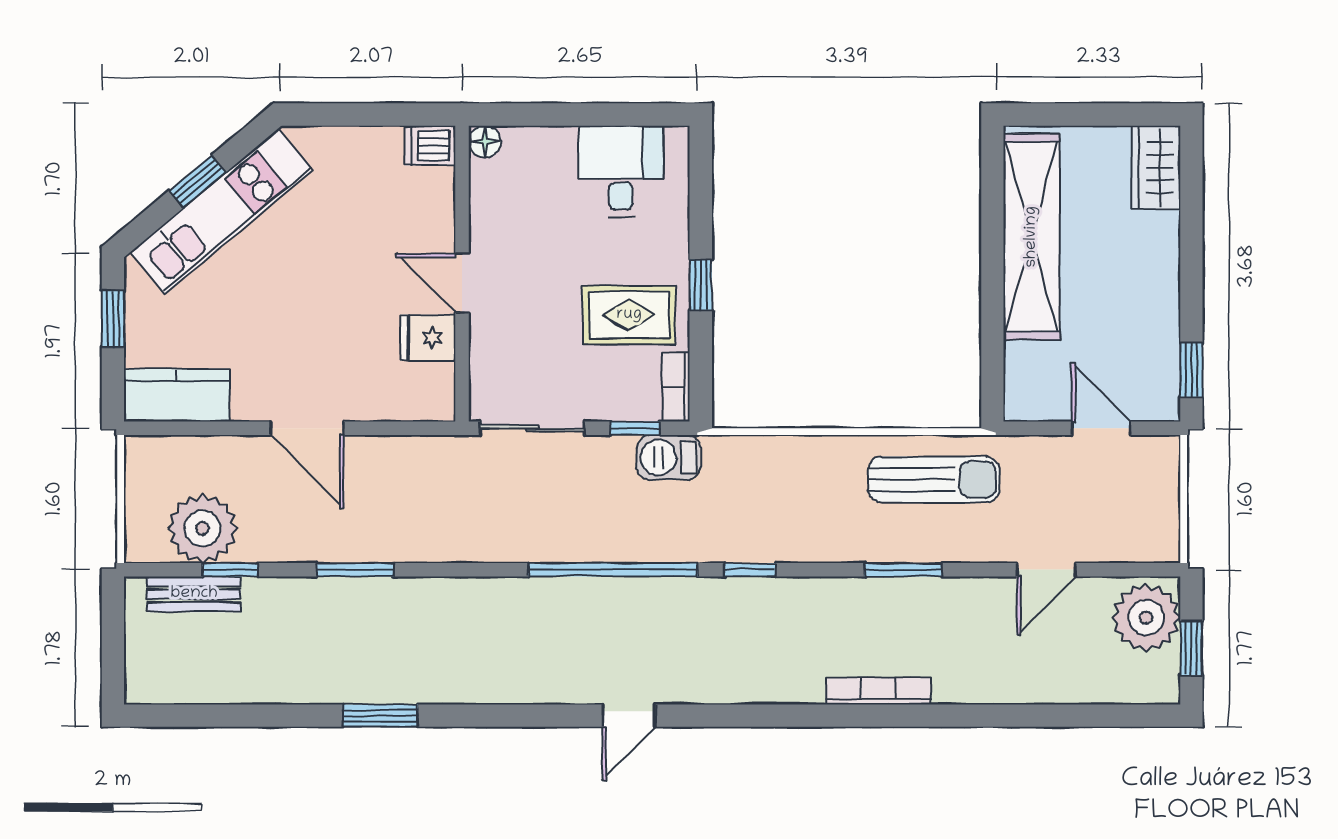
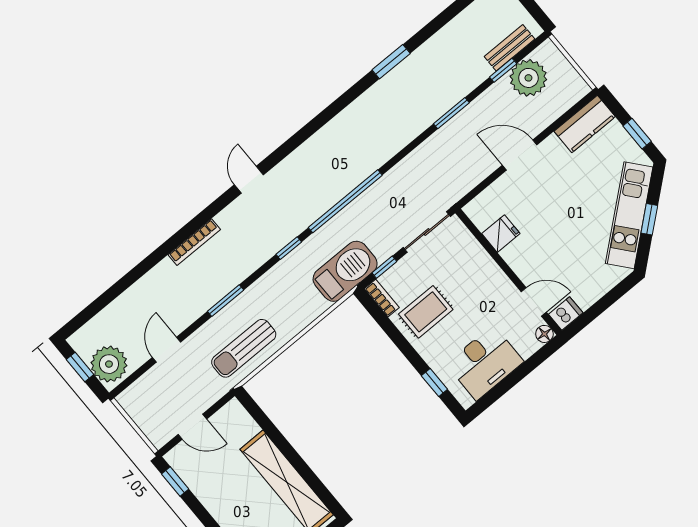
desk: (621, 171) -> (485, 363), width x1.37
door: (462, 283) -> (534, 302), moved
window: (701, 285) -> (434, 382), moved
barbecue: (668, 457) -> (345, 271), width x1.88, depth x1.53
door: (629, 716) -> (249, 180), moved

